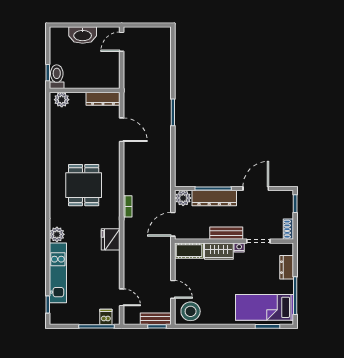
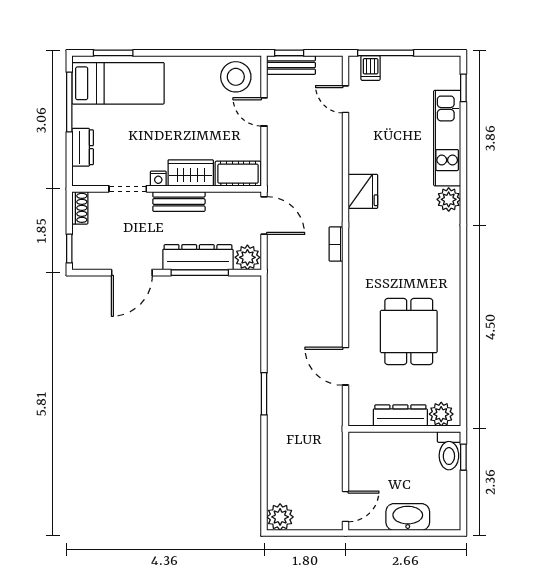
plant: (163, 35) -> (280, 517), added
dresser: (103, 99) -> (400, 416), moved
dining table: (84, 185) -> (409, 331), moved
door: (173, 224) -> (264, 216), hinge flipped

